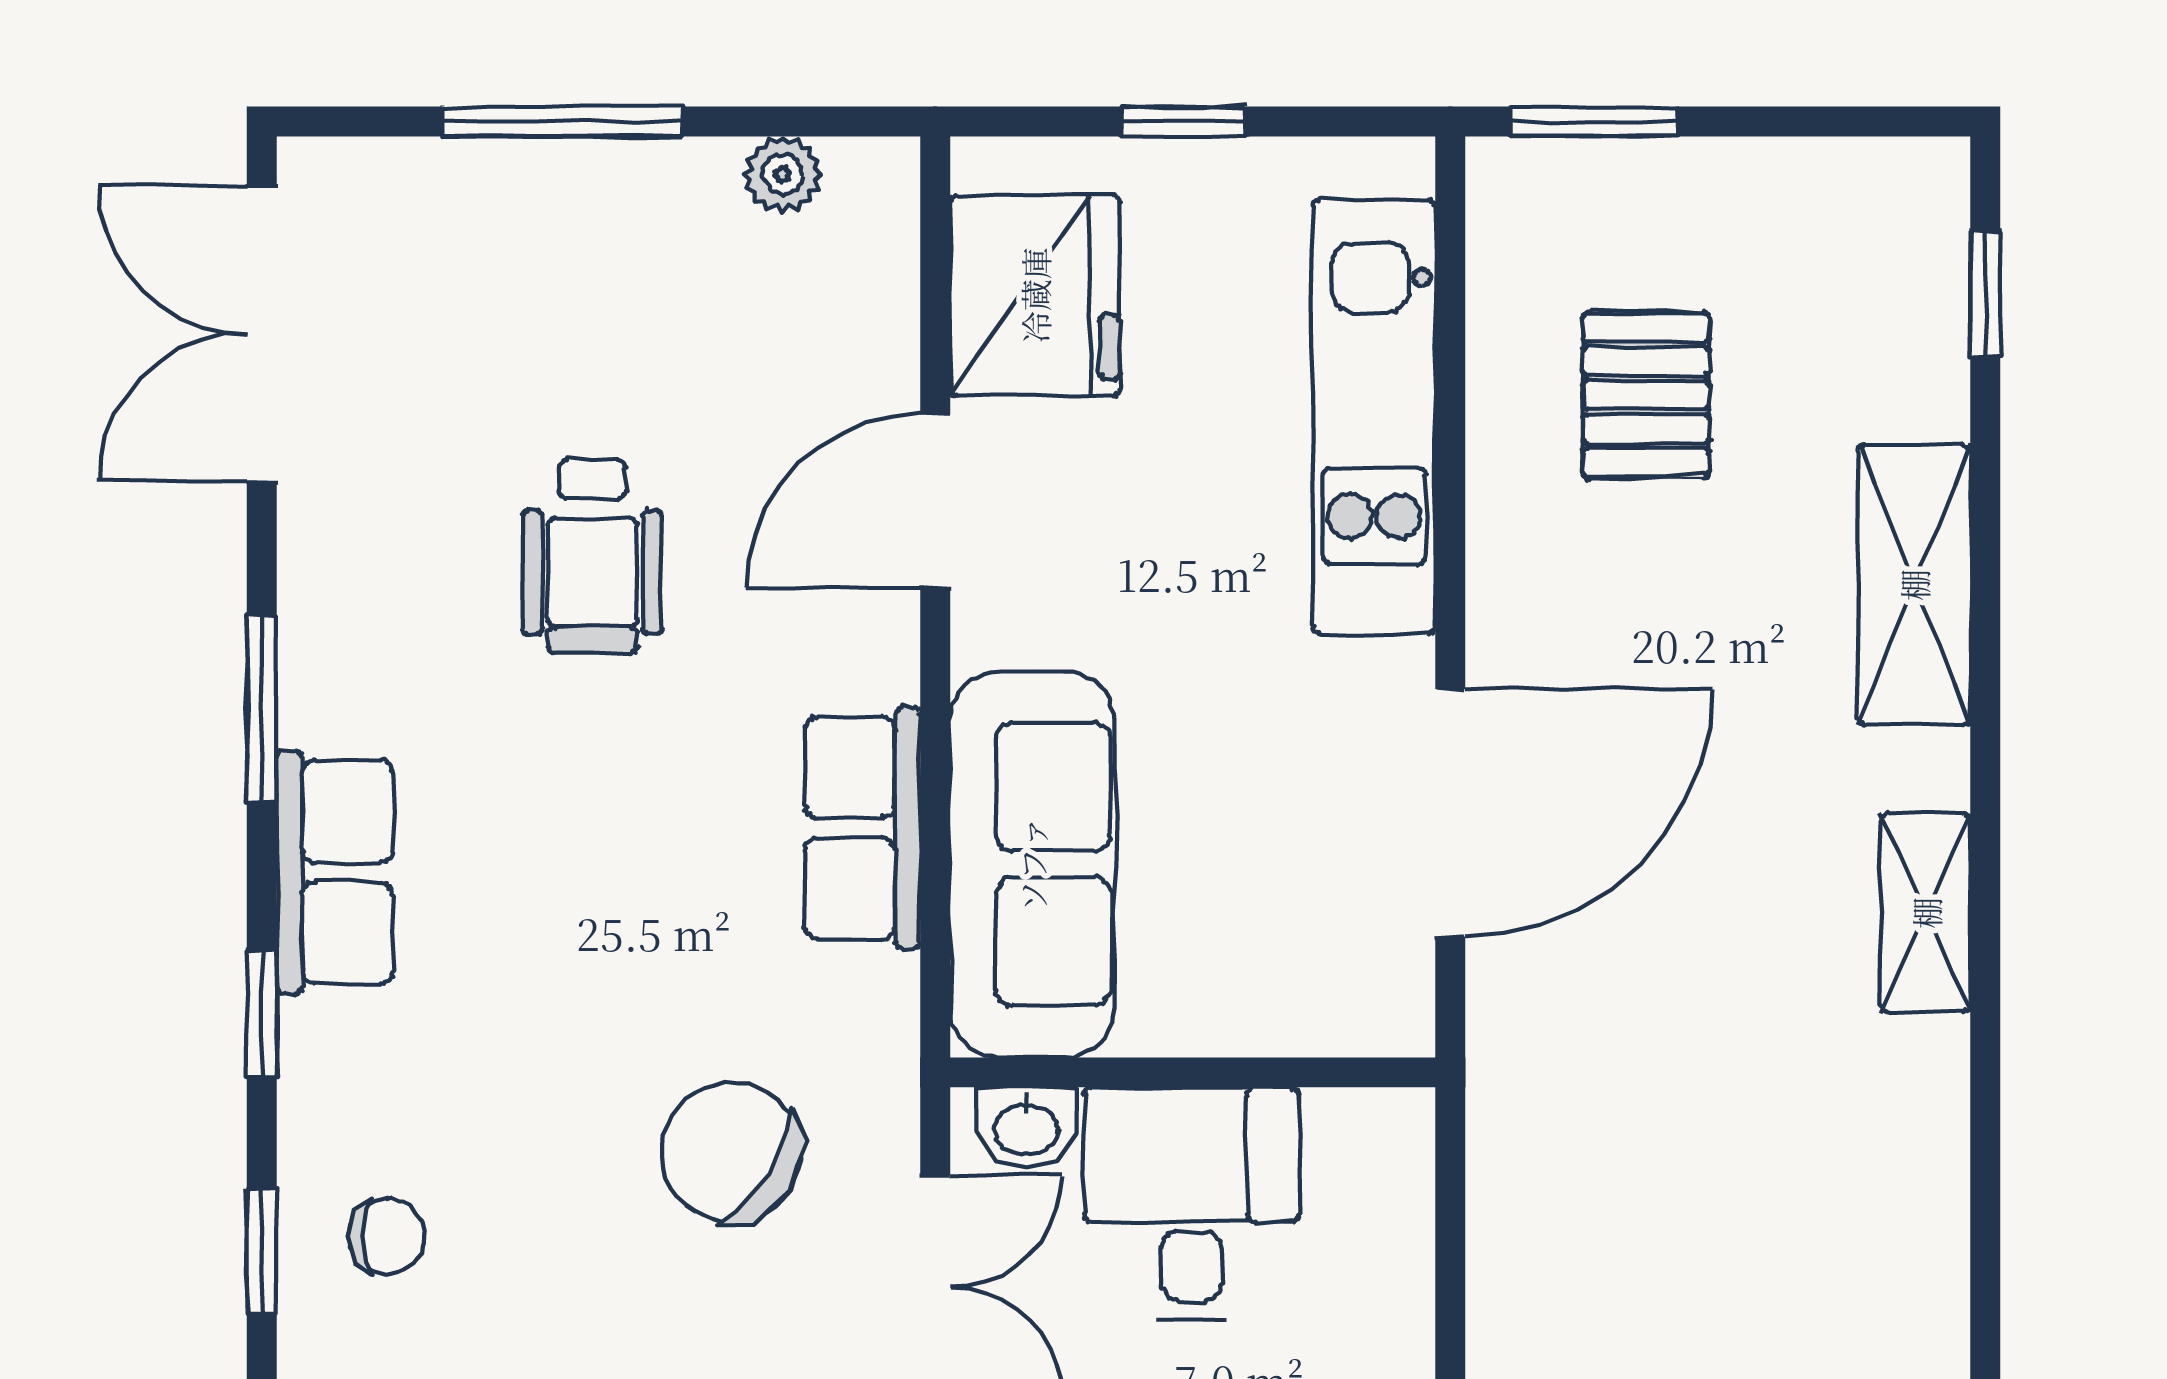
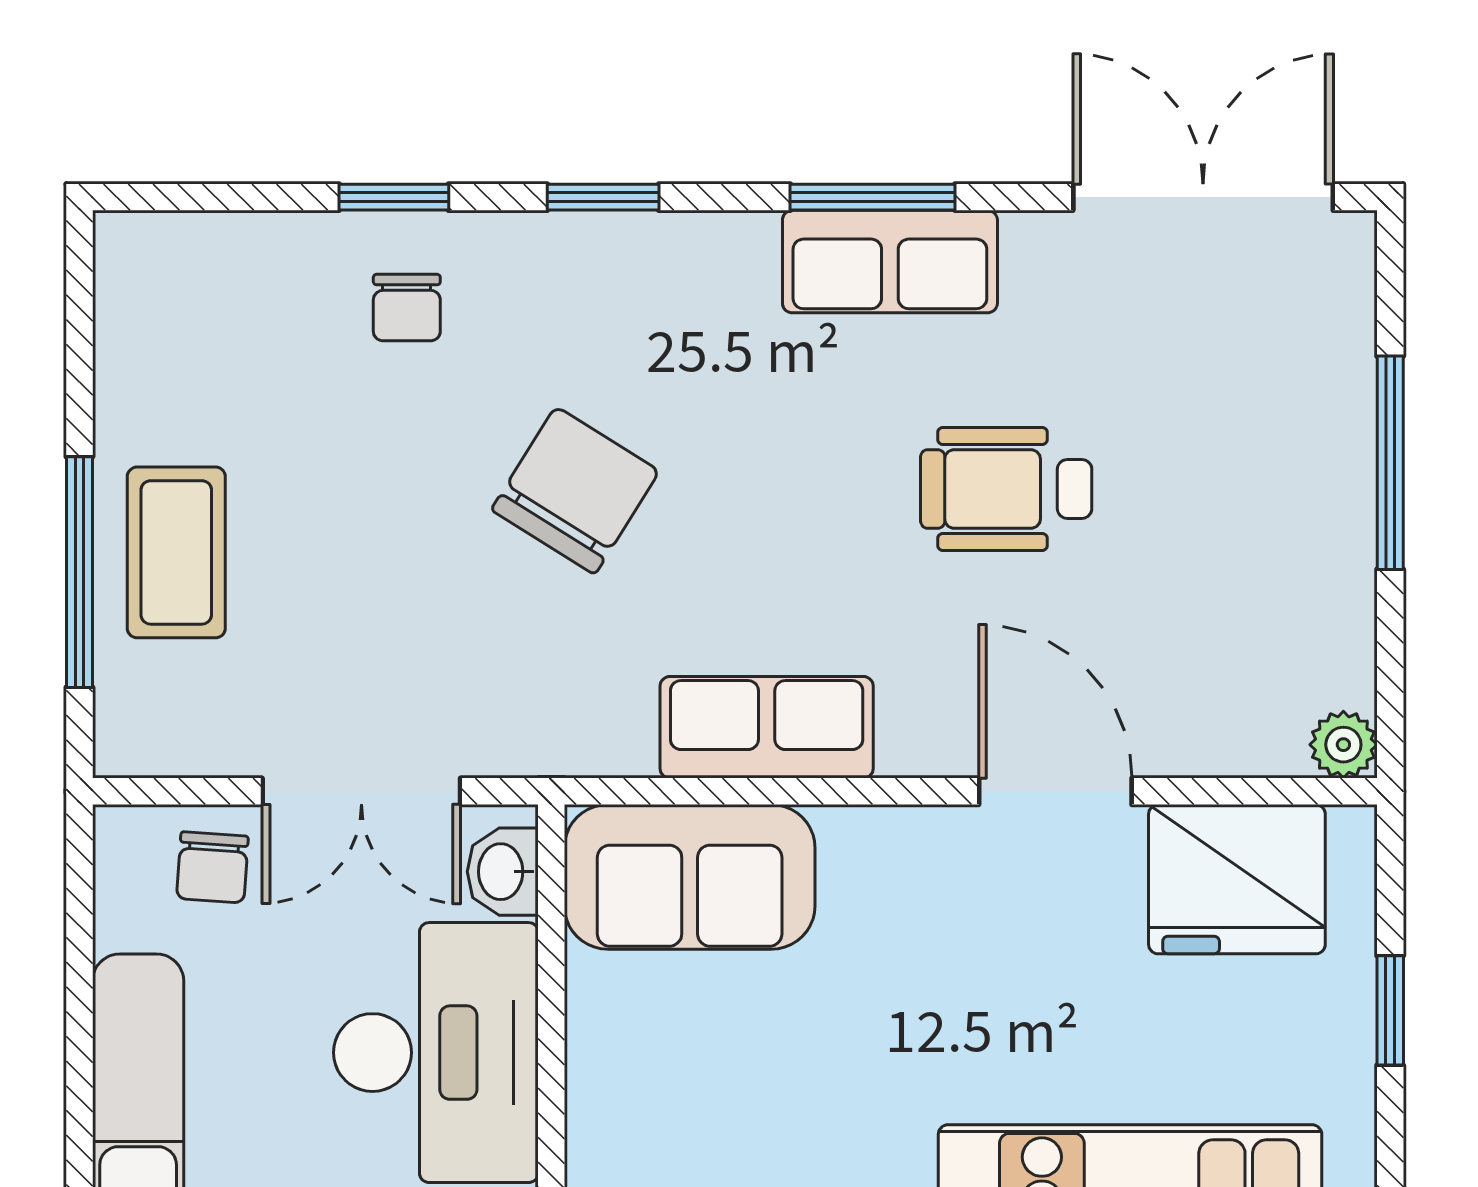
plant: (783, 174) -> (1343, 745), moved
sofa: (1032, 864) -> (690, 877), width x0.73
row of seats: (335, 872) -> (890, 262), moved
chair: (731, 1152) -> (575, 490), moved
desk: (1191, 1203) -> (436, 1053), width x1.37

